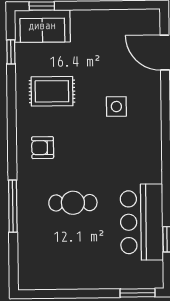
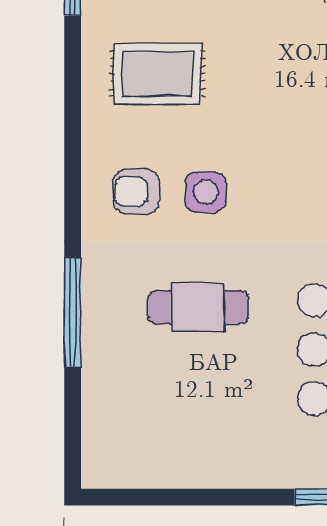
side table: (116, 107) -> (206, 192), moved

